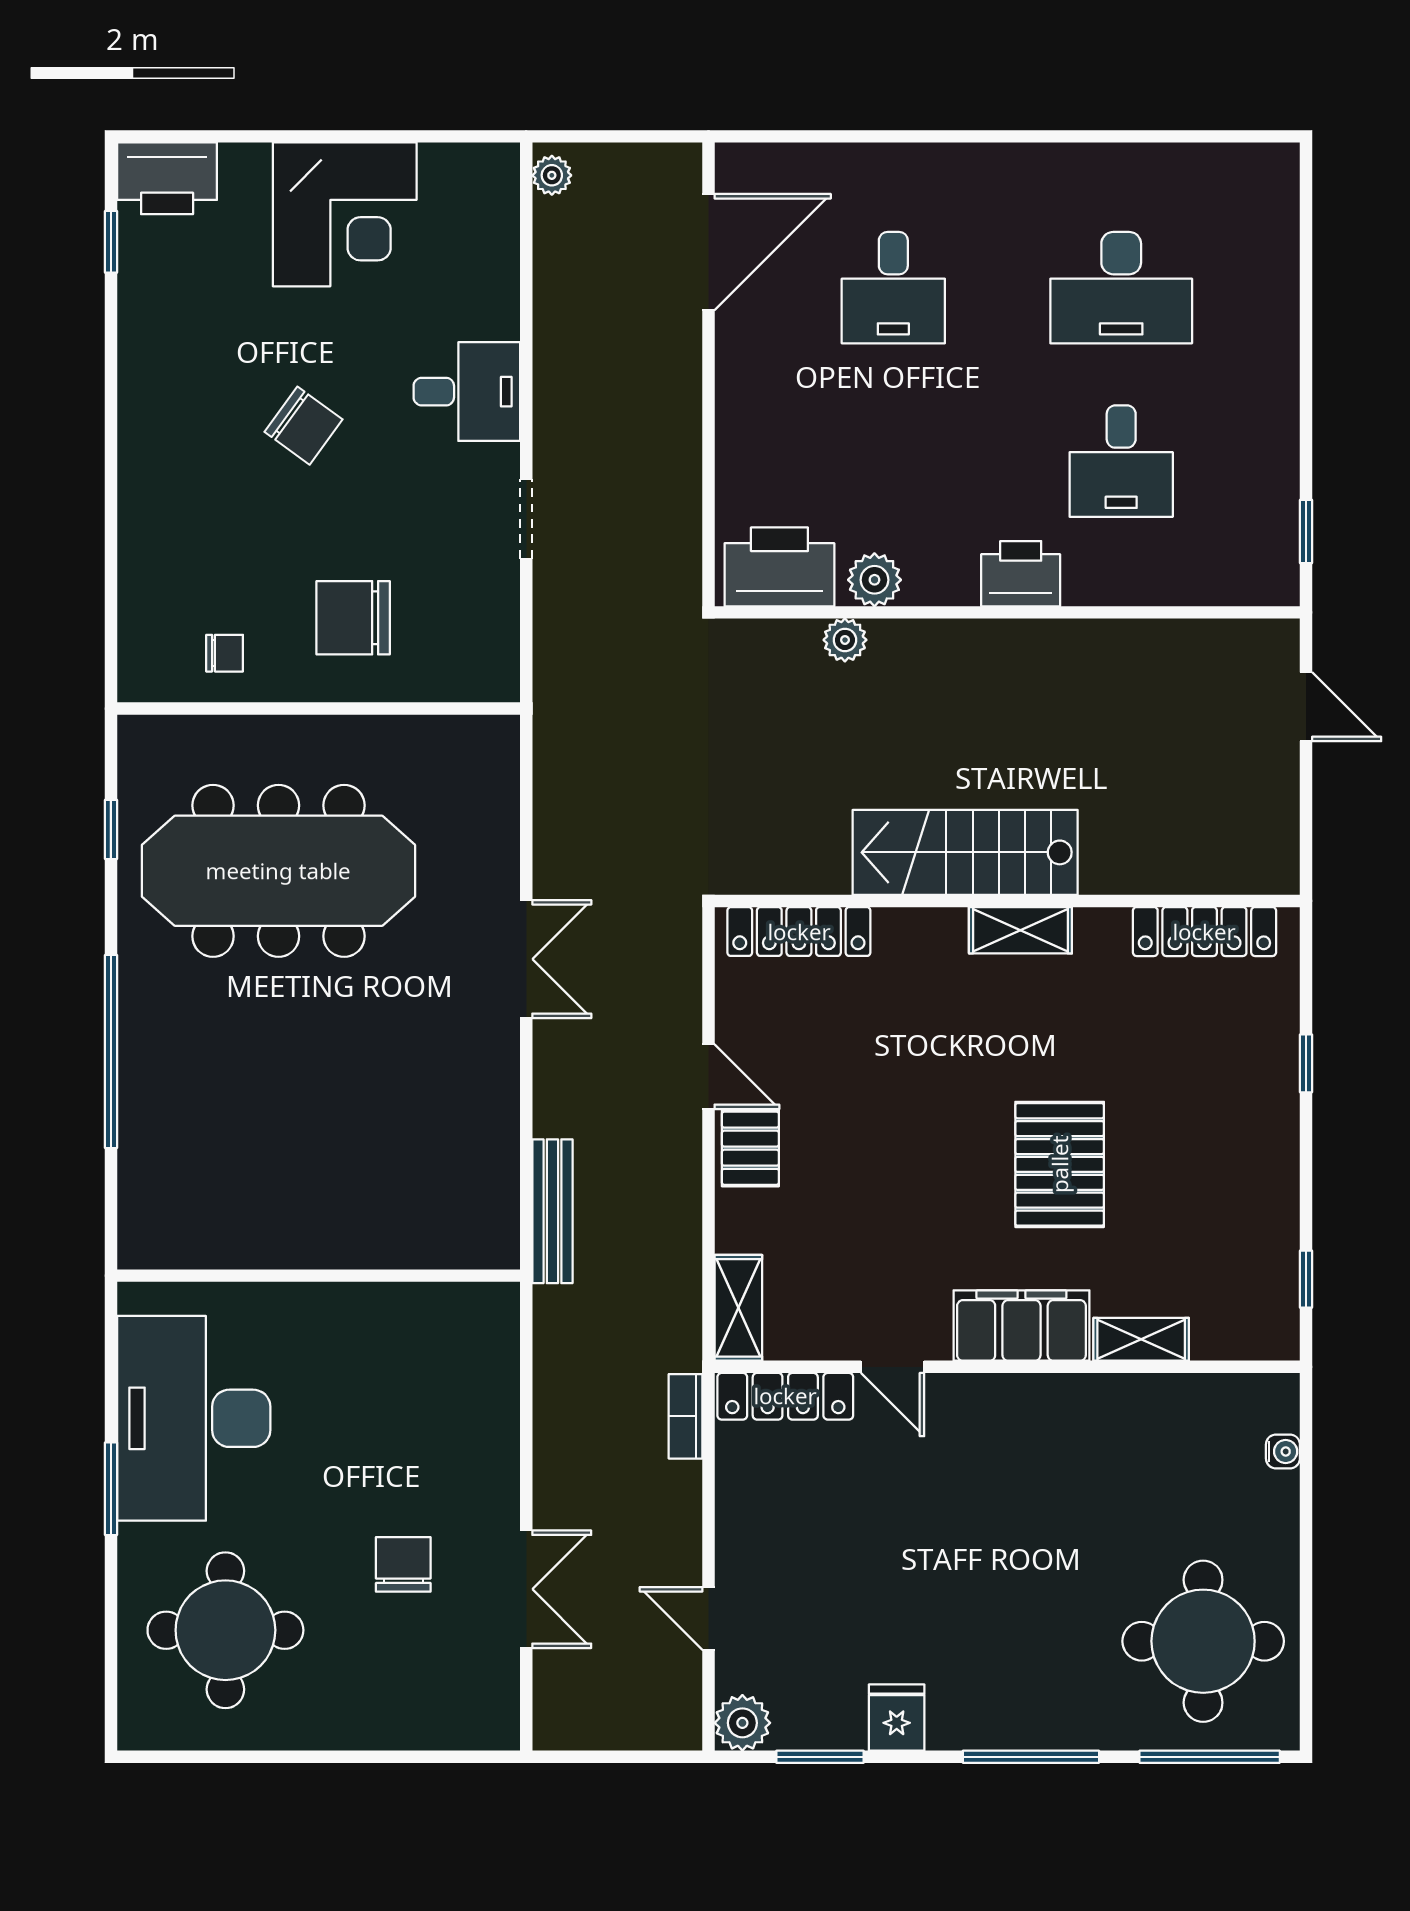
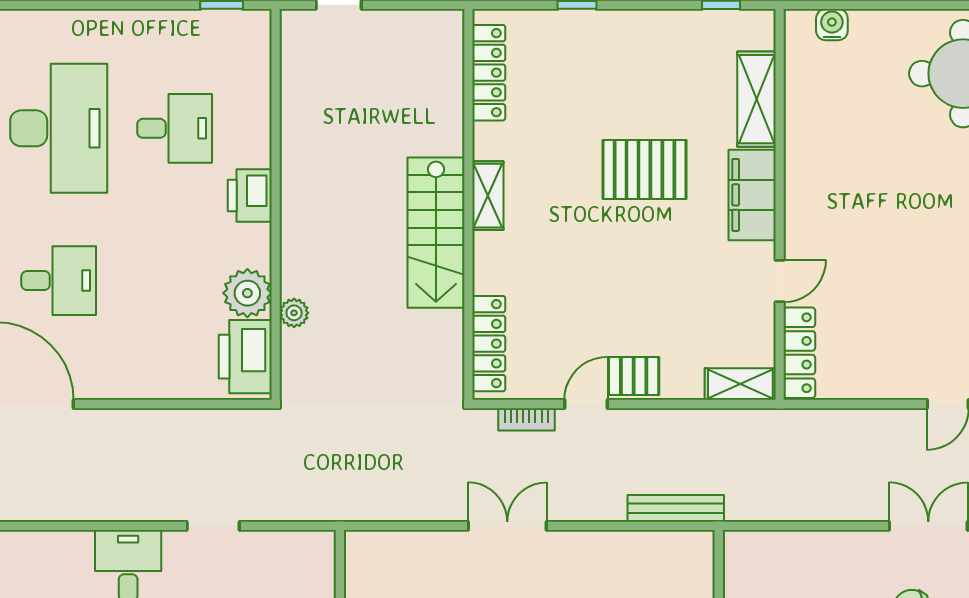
desk: (1121, 288) -> (59, 128), width x1.36, depth x1.30
plant: (874, 580) -> (247, 293), width x1.36, depth x1.36
shelving: (1141, 1339) -> (757, 99), width x1.50, depth x1.33
bookcase: (686, 1416) -> (526, 419), moved
water cooler: (1283, 1451) -> (832, 25), width x1.38, depth x1.38

